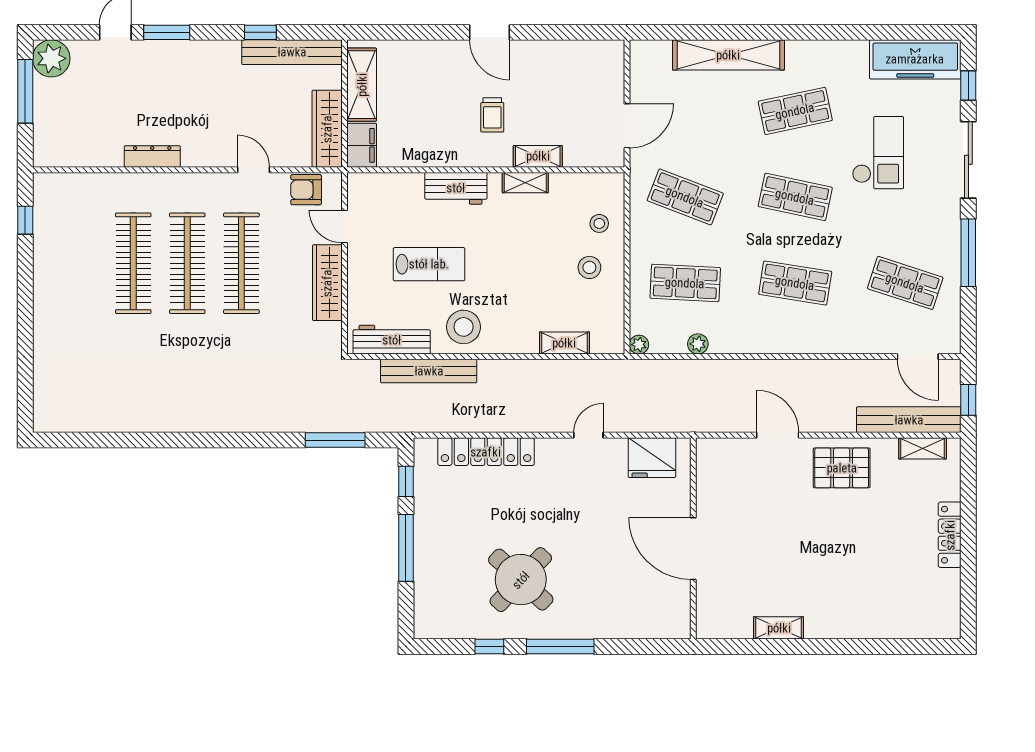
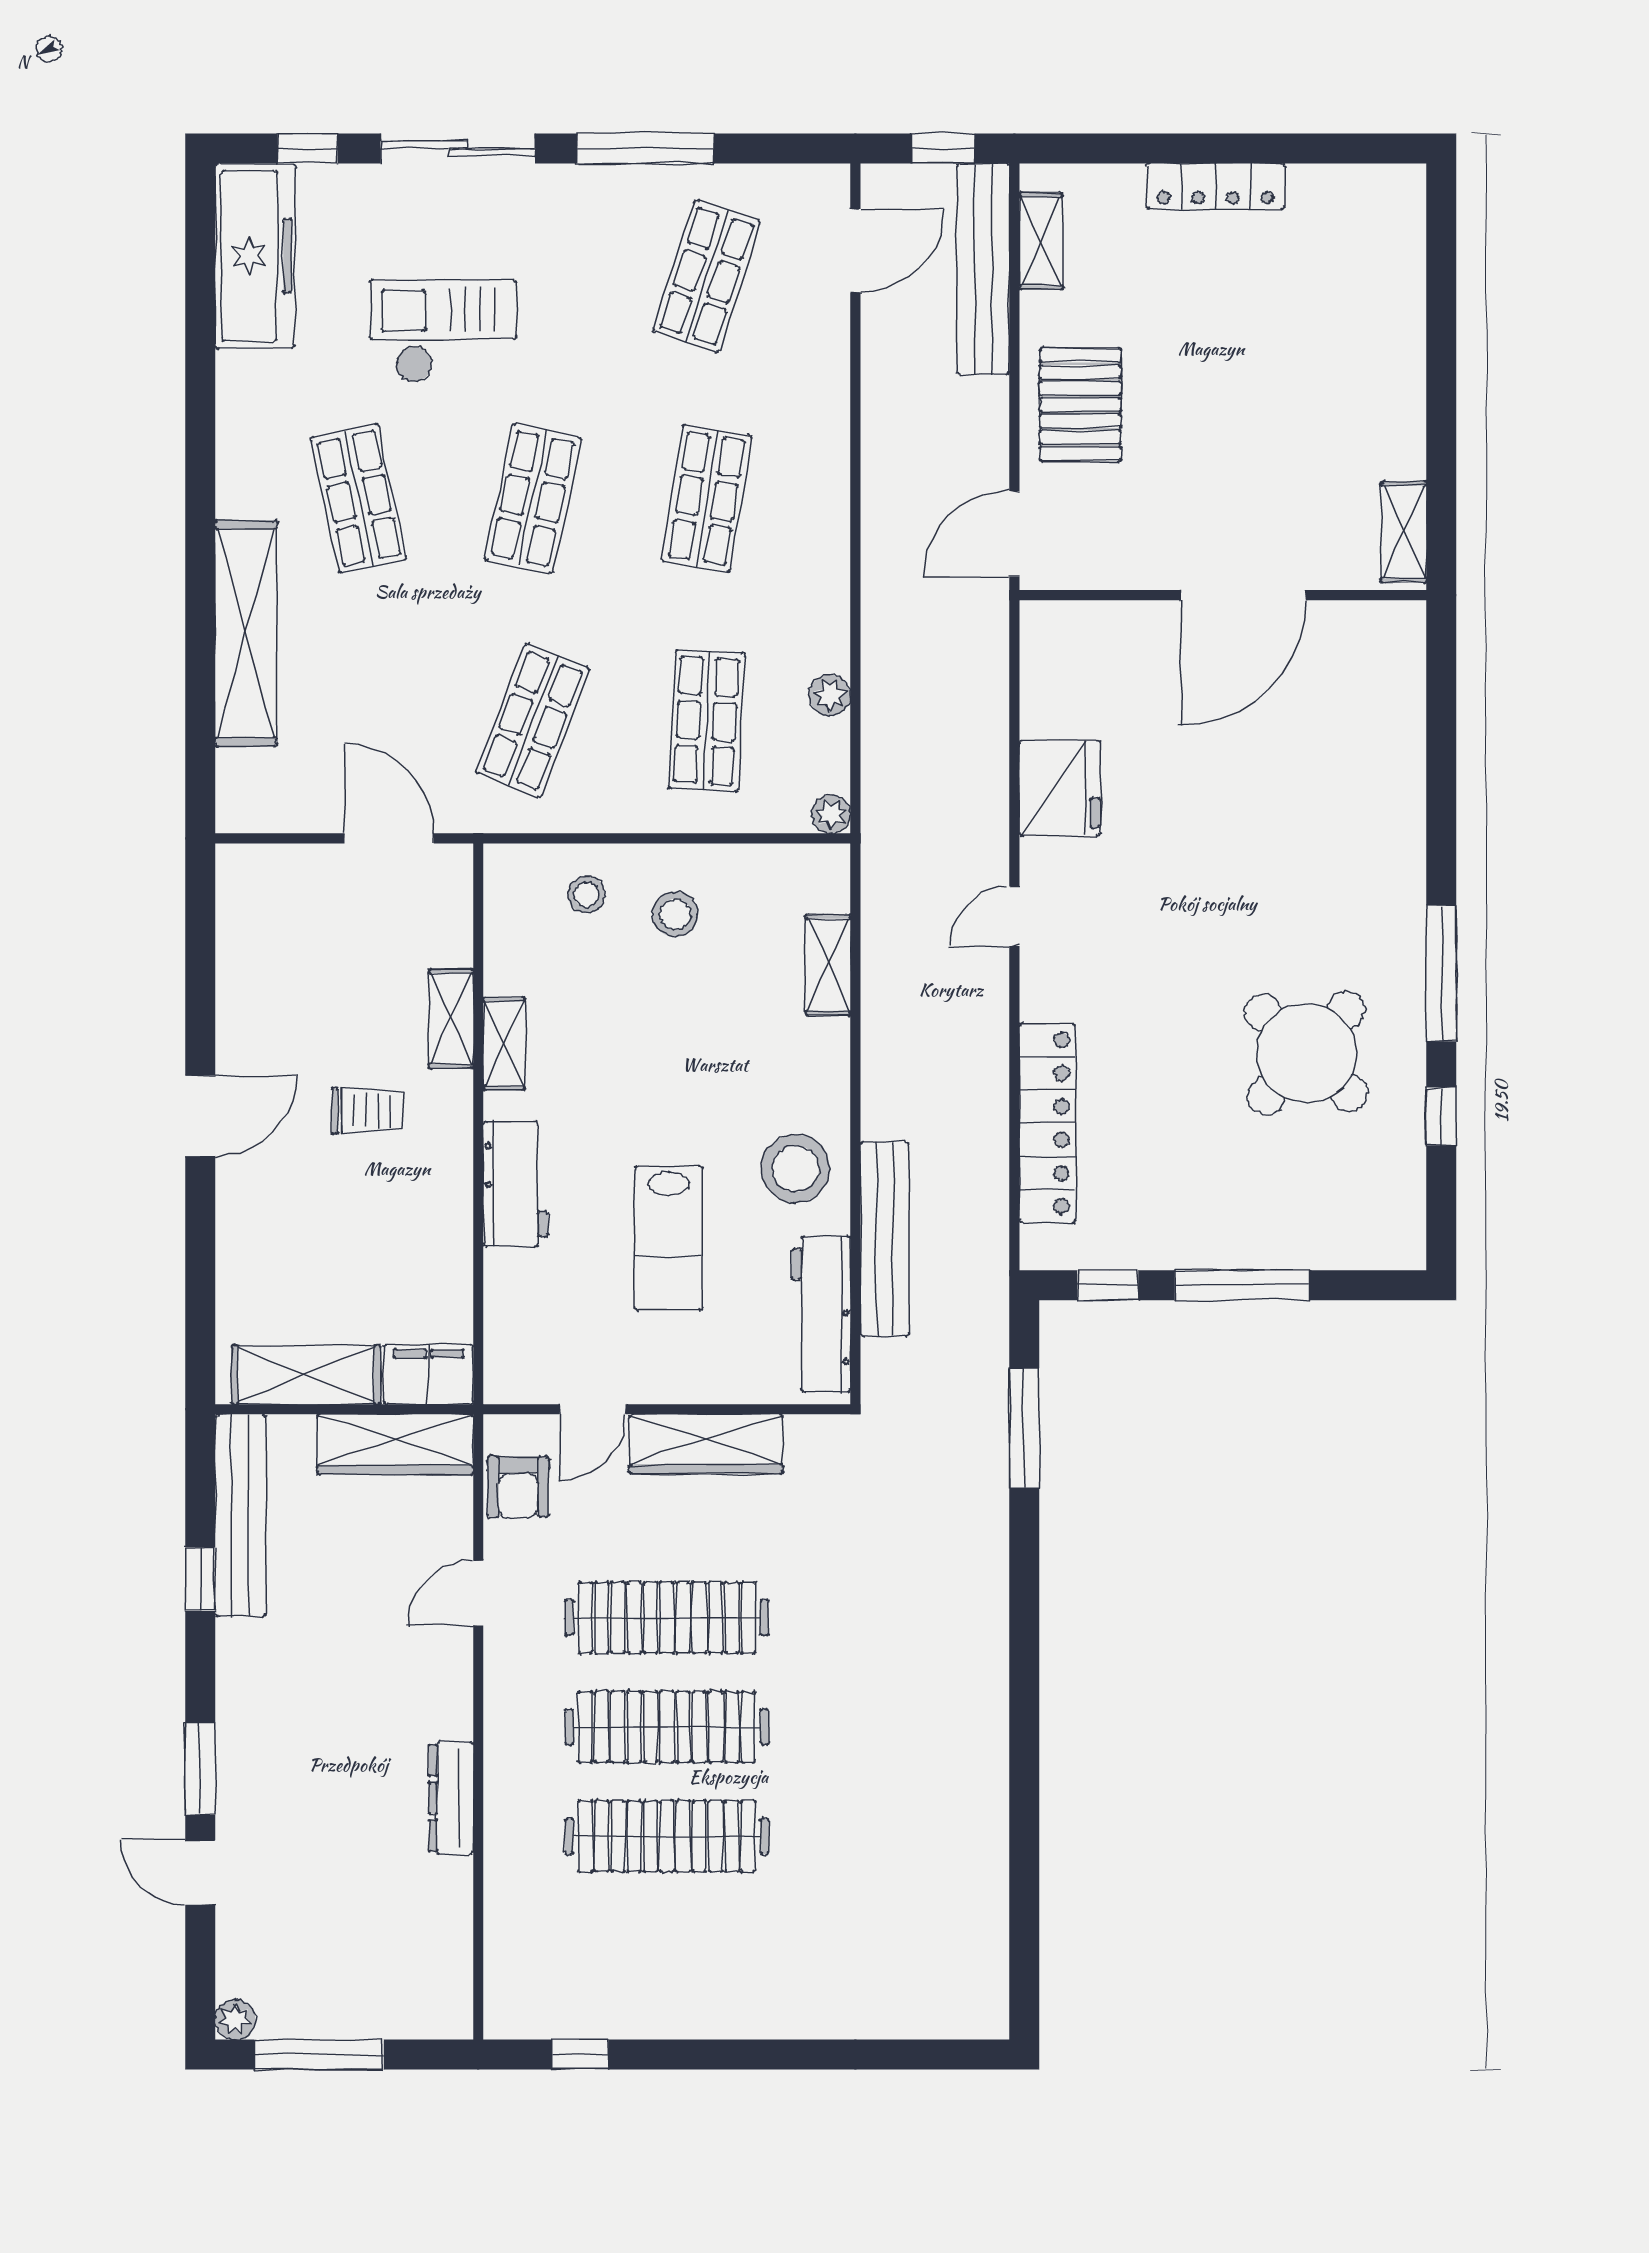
plant: (51, 58) -> (235, 2019), width x0.53, depth x0.53
lab bench: (429, 264) -> (669, 1238), turned 180
door: (588, 435) -> (1014, 916), hinge flipped
wall: (693, 538) -> (1223, 595), moved
door: (693, 549) -> (1243, 595), moved

